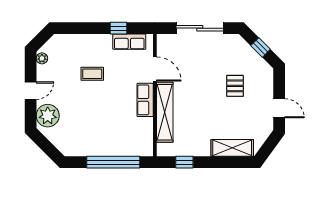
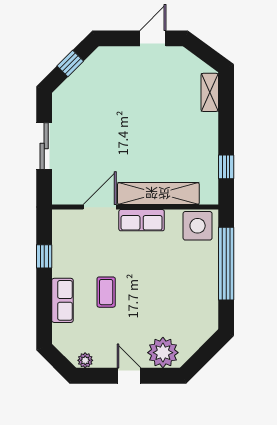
sliding door: (200, 28) -> (44, 146), width x0.73
row of seats: (129, 42) -> (62, 300), moved
pallet: (235, 86) -> (122, 98), removed
side table: (141, 141) -> (198, 226), added
shelving: (232, 148) -> (210, 92), width x0.67, depth x0.75

